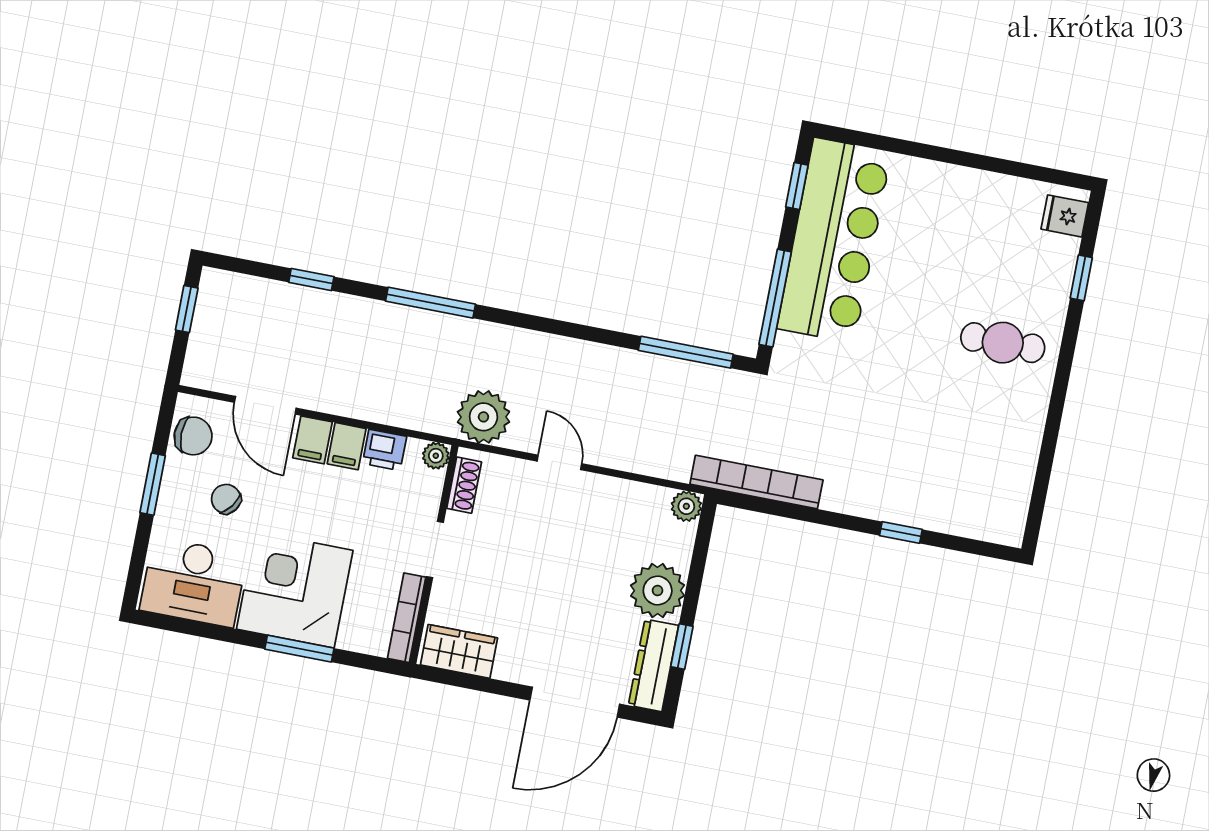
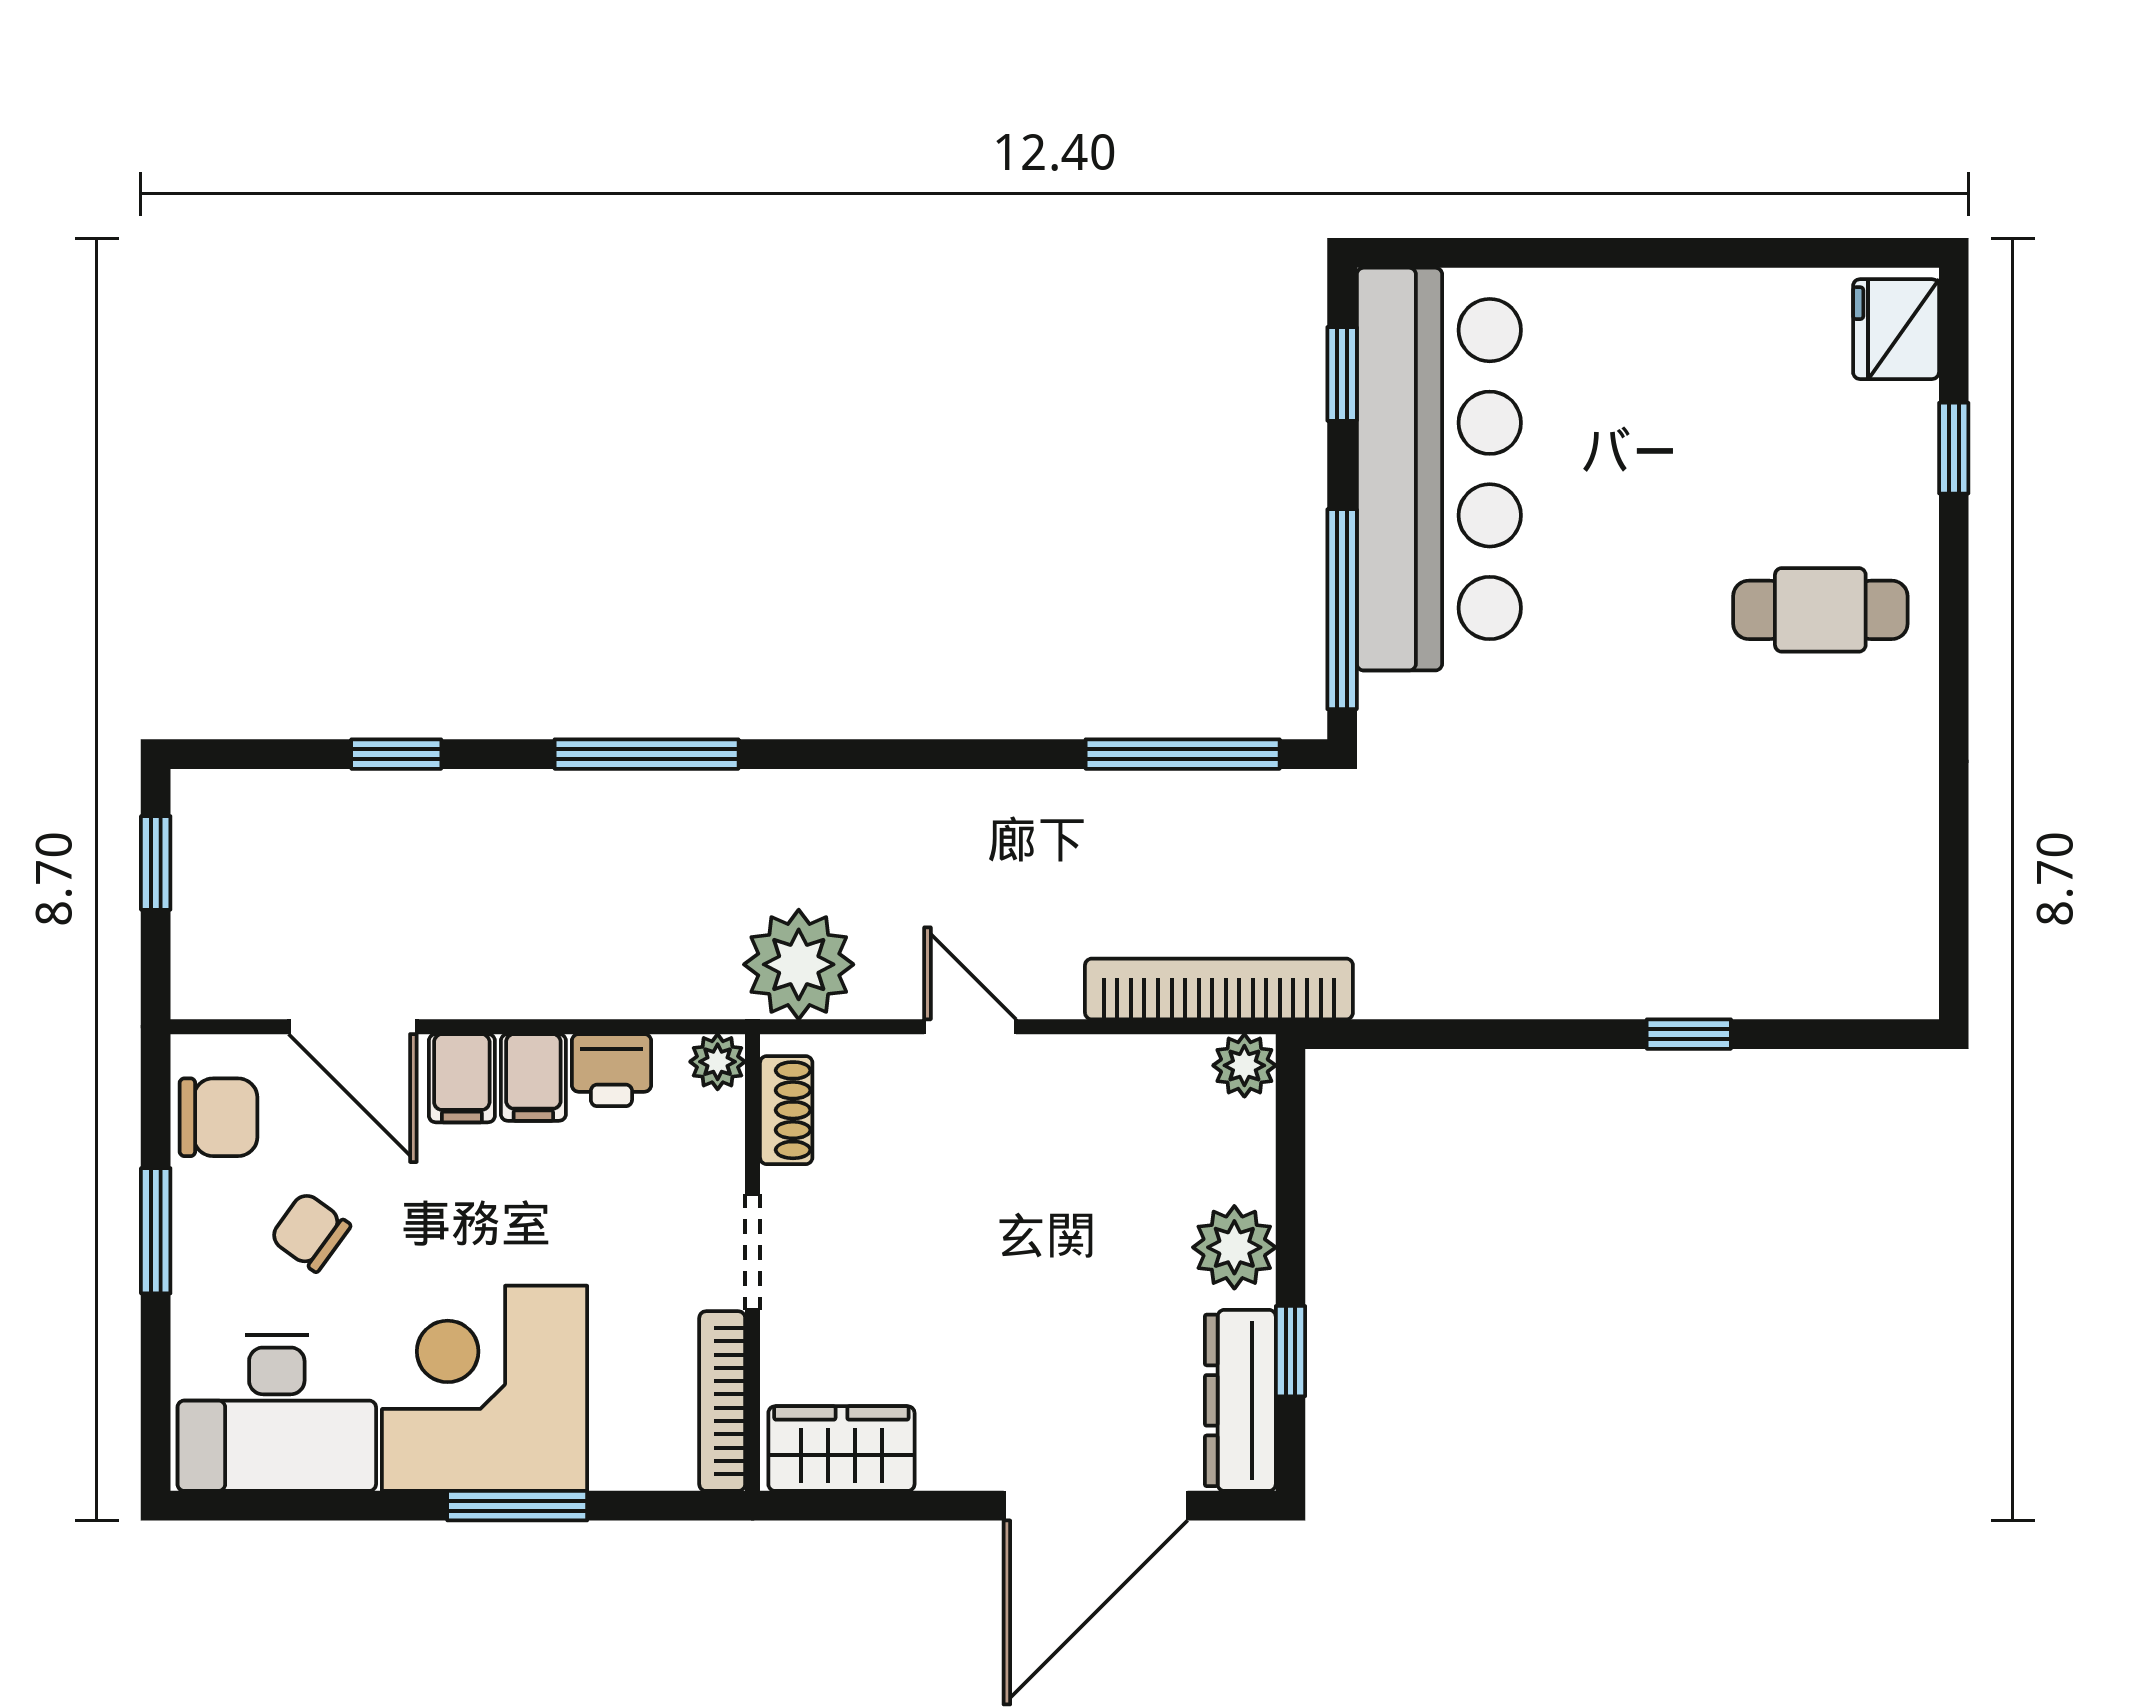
fridge: (1065, 216) -> (1896, 329), width x1.38
bookcase: (756, 482) -> (1219, 989), moved
plant: (658, 590) -> (1234, 1247), width x0.73, depth x0.73

